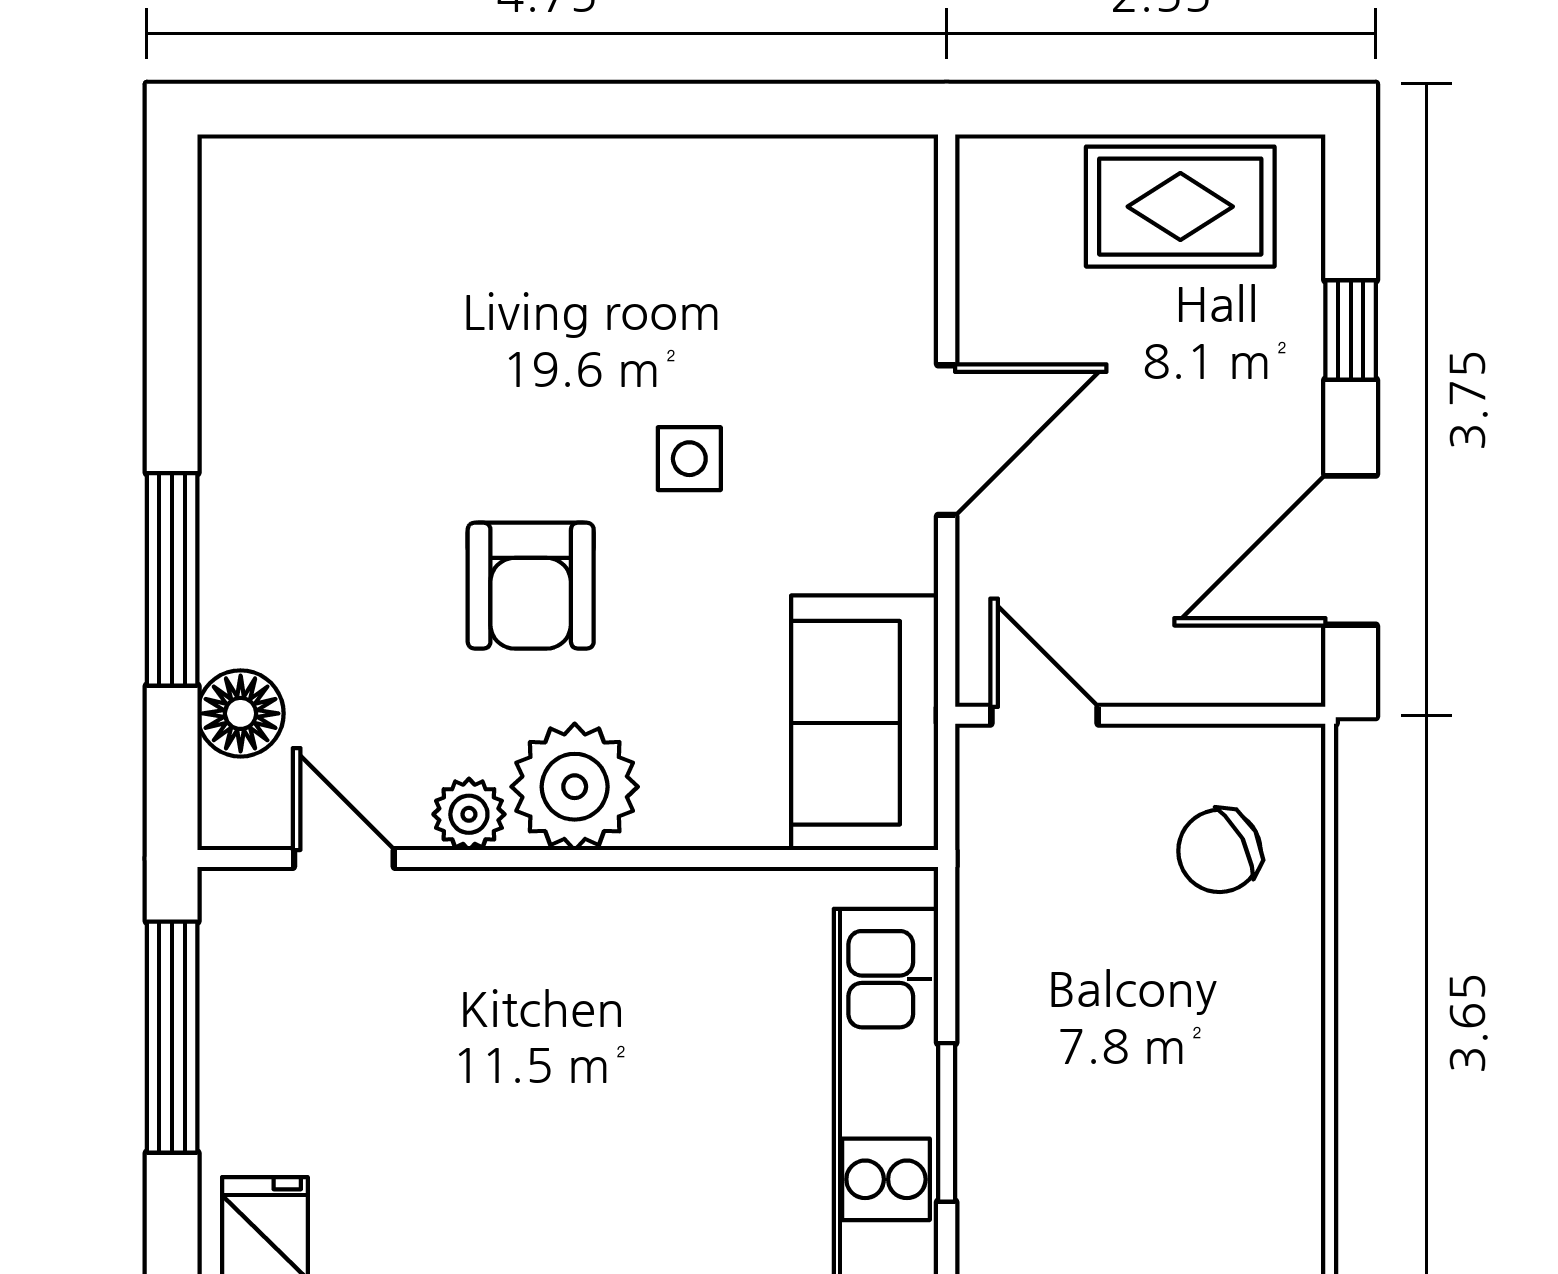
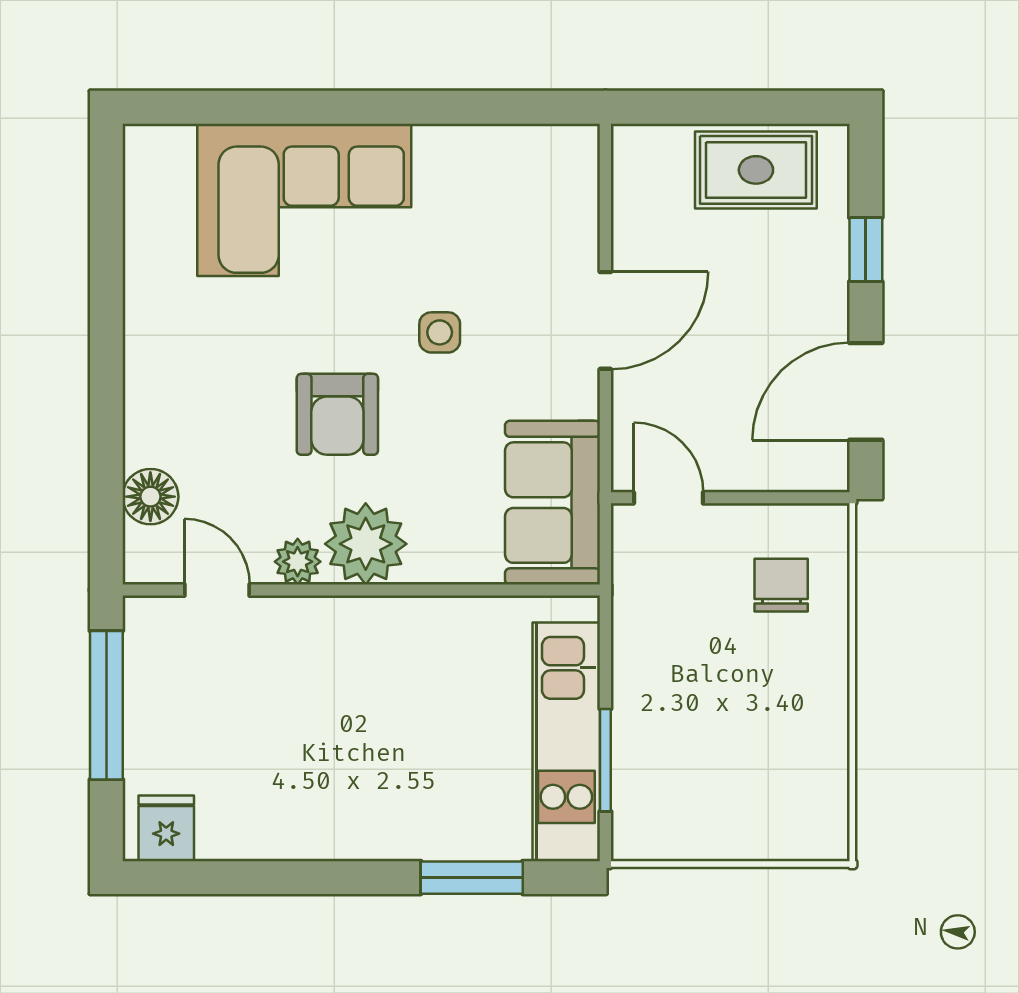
corner sofa: (479, 253) -> (304, 200), added
window: (172, 579) -> (106, 410), removed
chair: (1219, 851) -> (781, 585), turned 118

